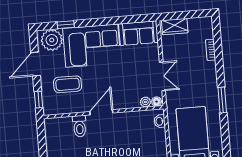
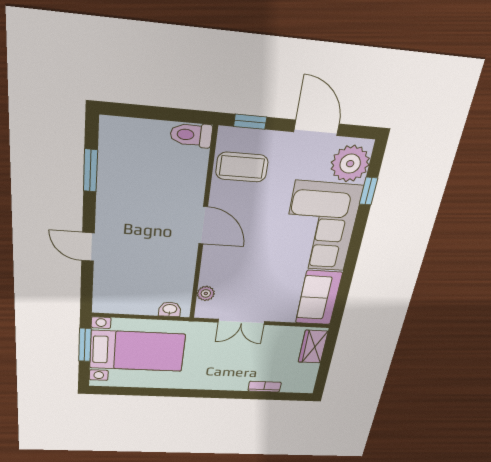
coffee table: (68, 84) -> (242, 167), moved, turned 90
window: (222, 100) -> (186, 393), removed
floor lamp: (157, 102) -> (203, 309), removed
toilet: (80, 126) -> (191, 135), moved

